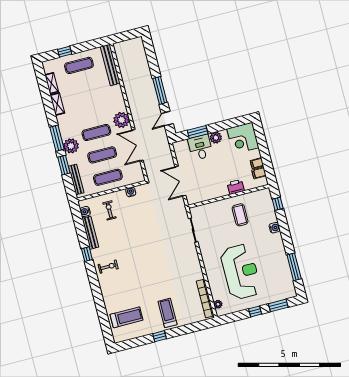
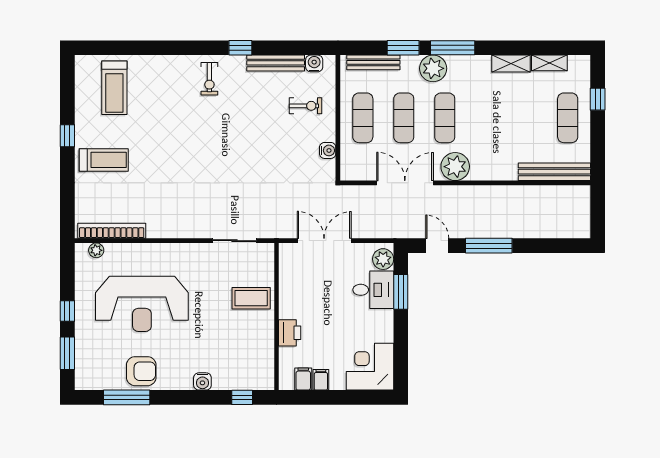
plant: (216, 138) -> (383, 259), moved
coffee table: (240, 215) -> (251, 298), moved
armchair: (278, 263) -> (141, 371), added

